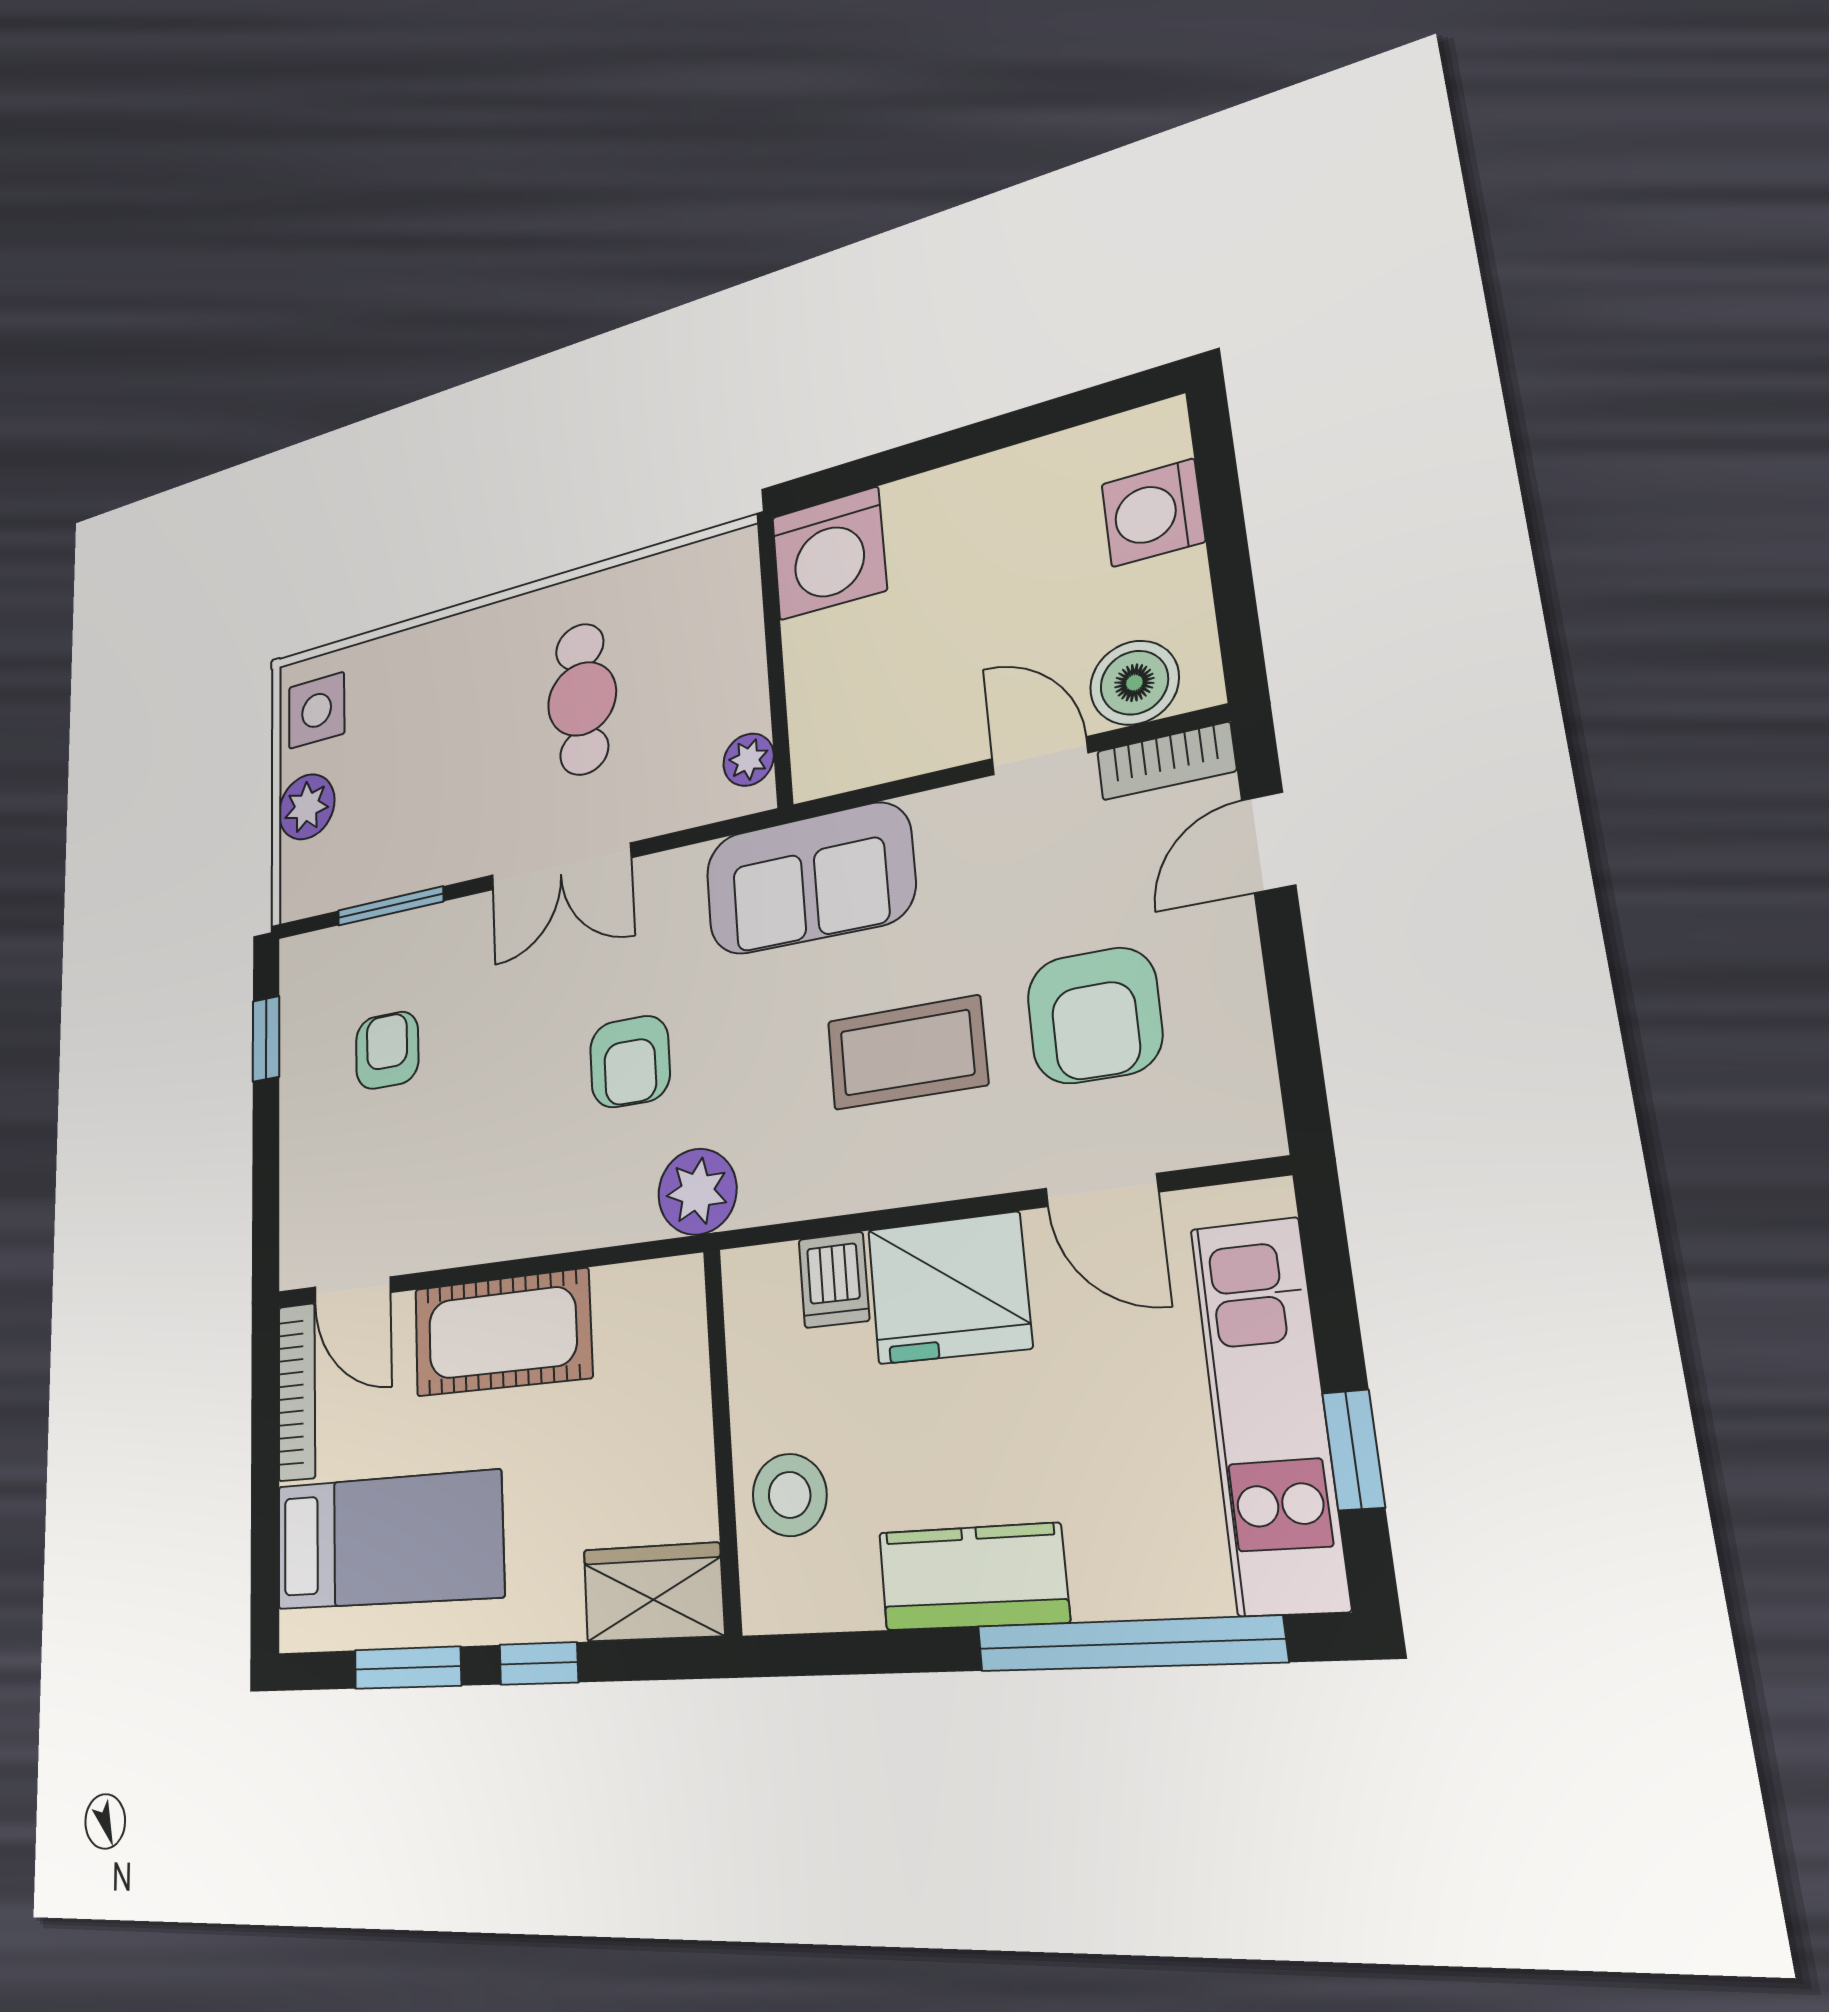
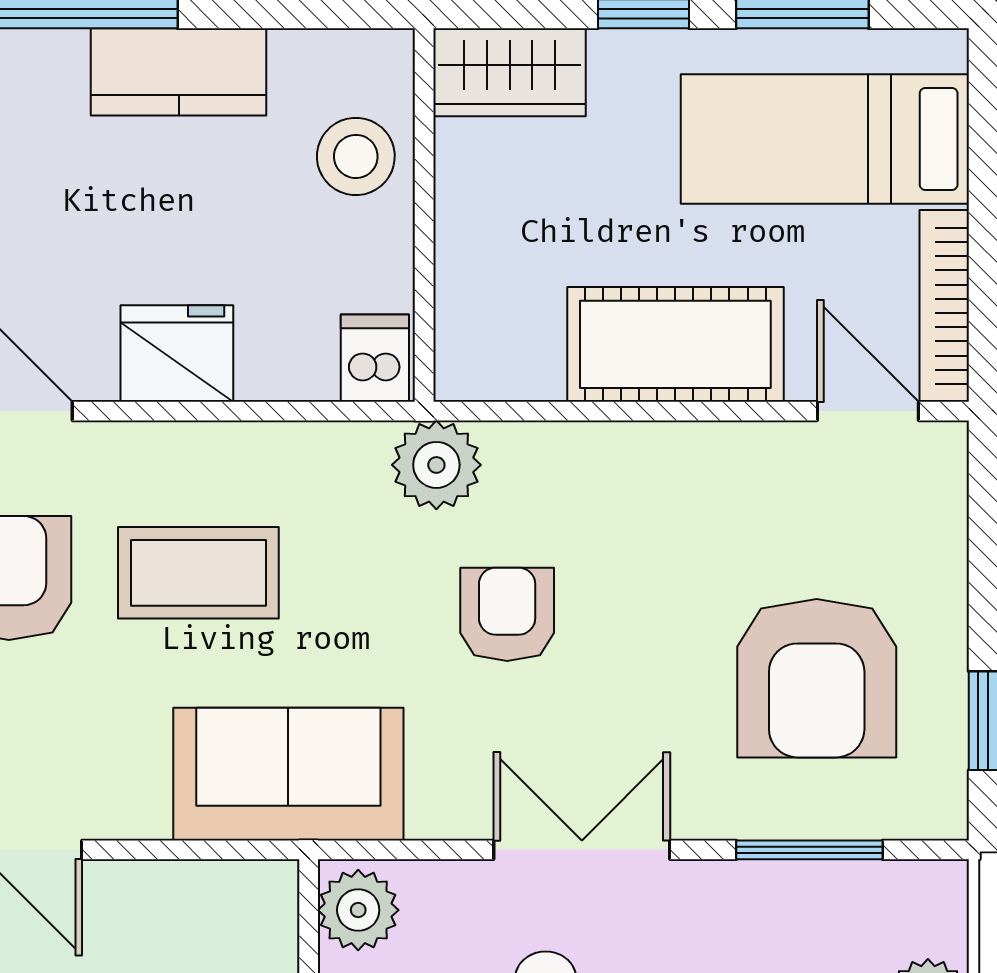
plant: (748, 760) -> (358, 910), width x1.38, depth x1.38
armchair: (387, 1050) -> (817, 678), width x1.88, depth x1.88
dishwasher: (834, 1280) -> (375, 358), moved
fridge: (949, 1288) -> (177, 354), width x0.73, depth x0.75

